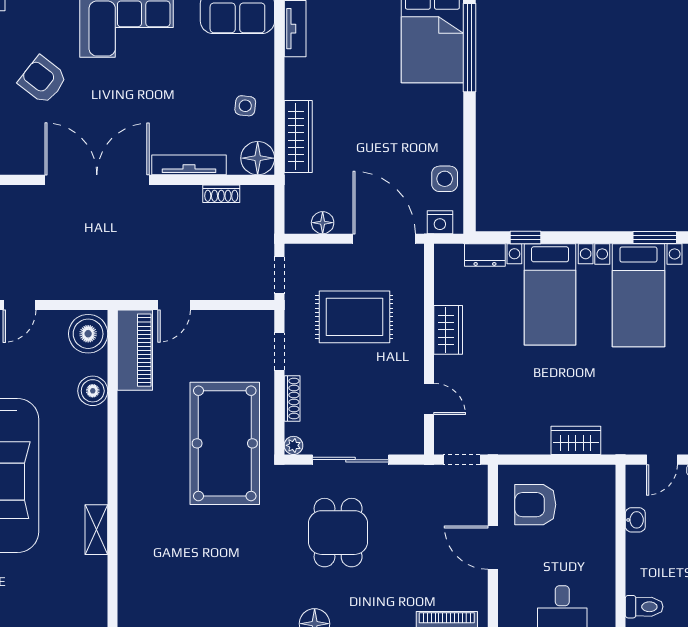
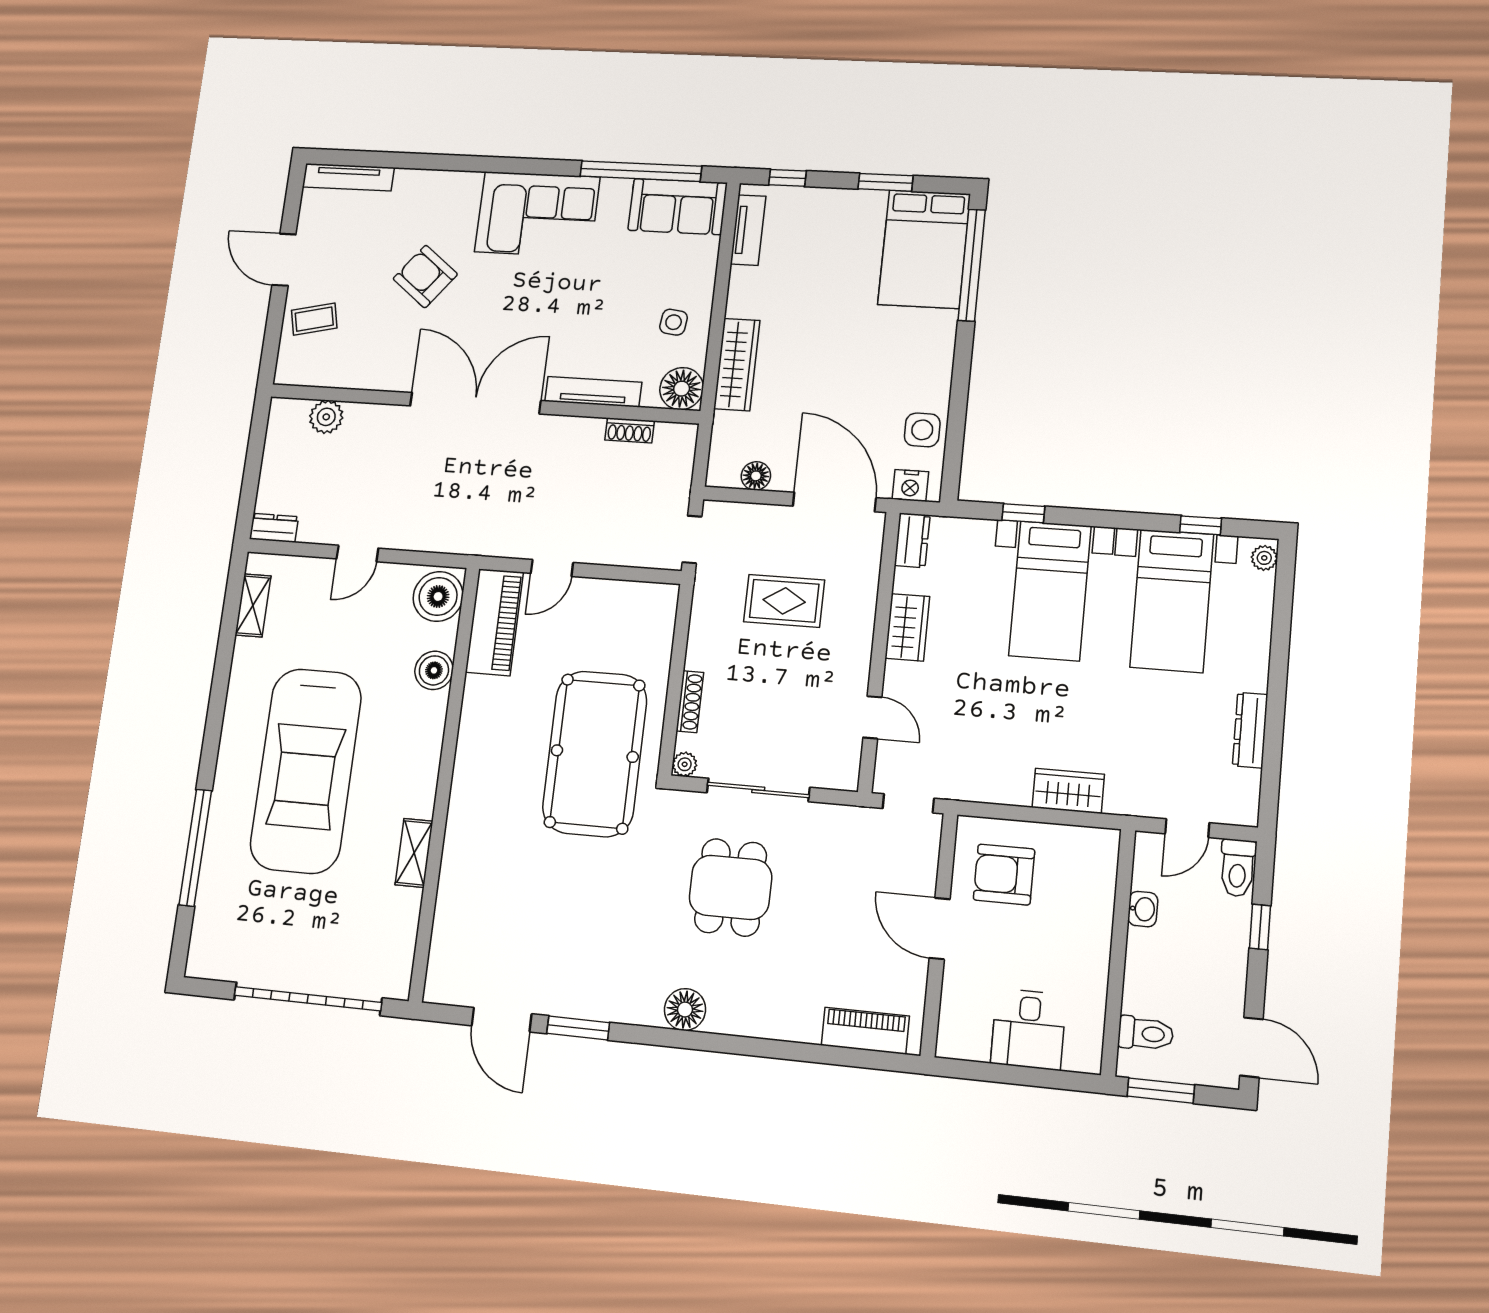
window: (655, 238) -> (1201, 525), width x0.67
dresser: (485, 255) -> (912, 540), moved, turned -90
rug: (354, 317) -> (784, 601), width x0.73, depth x0.70
doorway: (279, 352) -> (680, 639), removed

